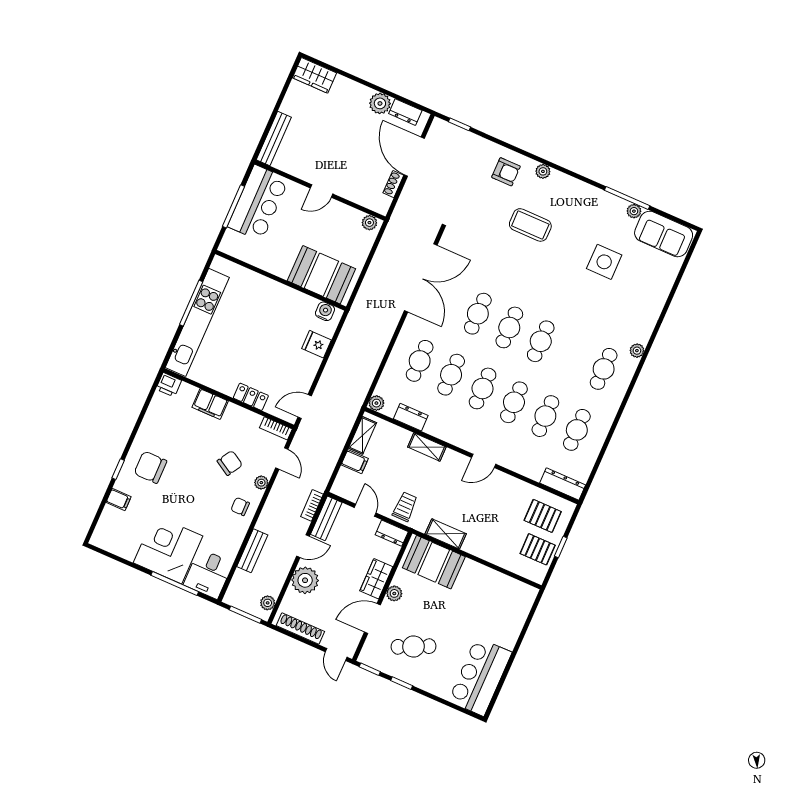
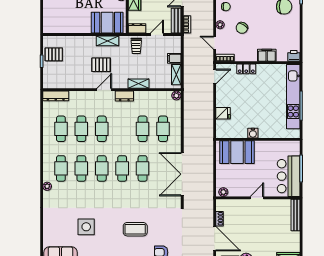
water cooler: (325, 311) -> (253, 133), moved
cafe table: (483, 388) -> (81, 168), moved
dresser: (411, 417) -> (124, 96), moved
door: (365, 510) -> (157, 35), swing flipped
pallet: (543, 516) -> (101, 65), moved

